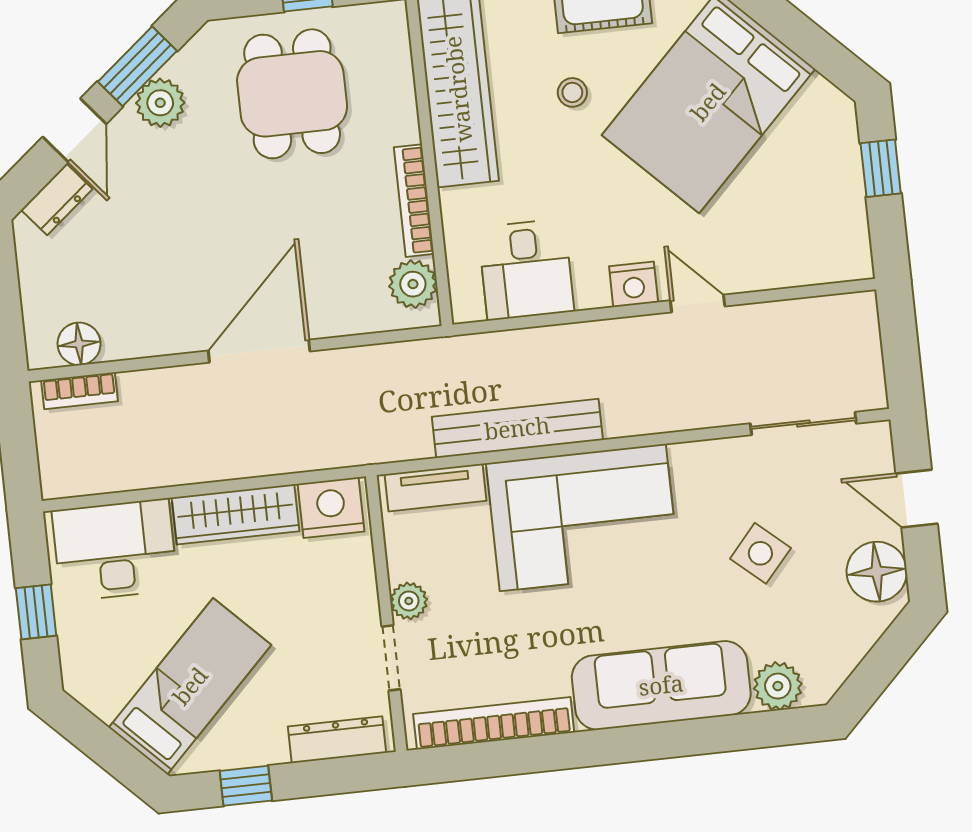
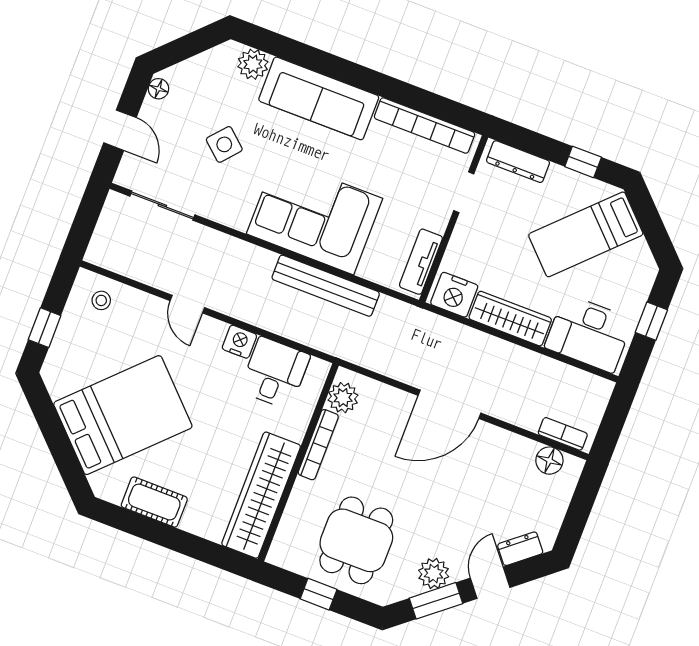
stool: (572, 92) -> (101, 300), moved
nightstand: (634, 284) -> (239, 342), moved
tv unit: (436, 488) -> (421, 262), moved, turned -90
floor lamp: (877, 572) -> (158, 89), width x0.53, depth x0.53
plant: (409, 601) -> (437, 219), removed

